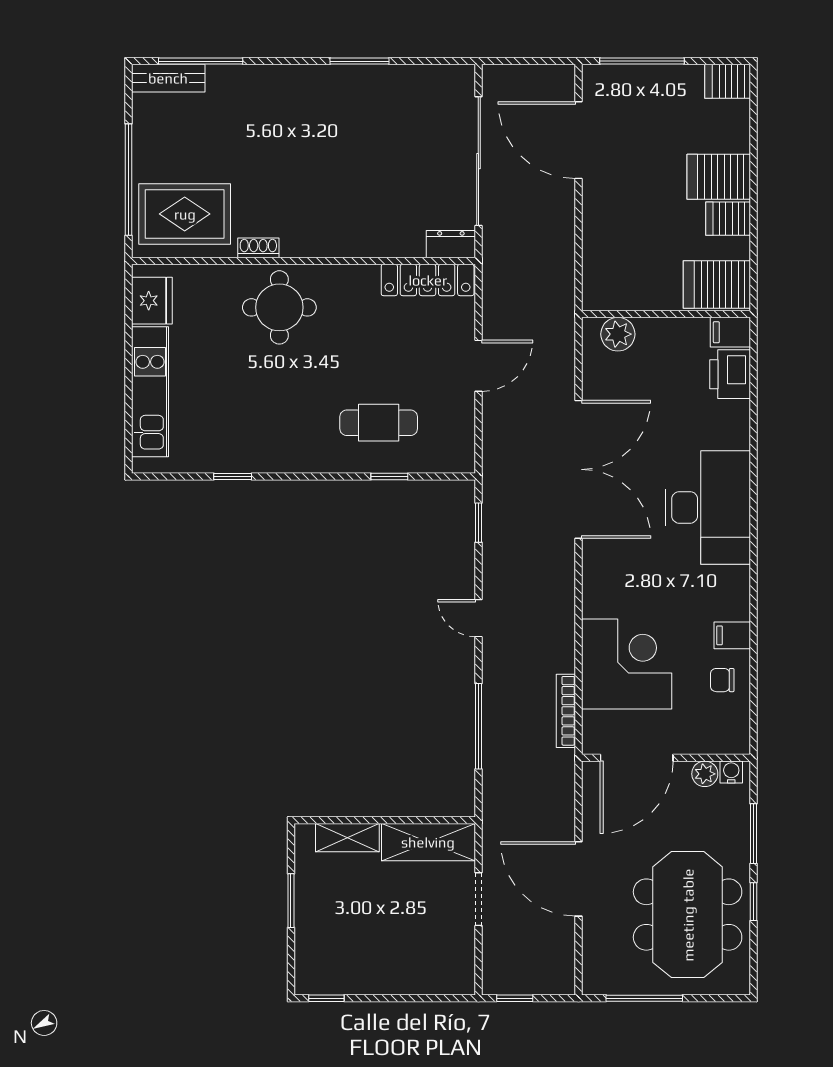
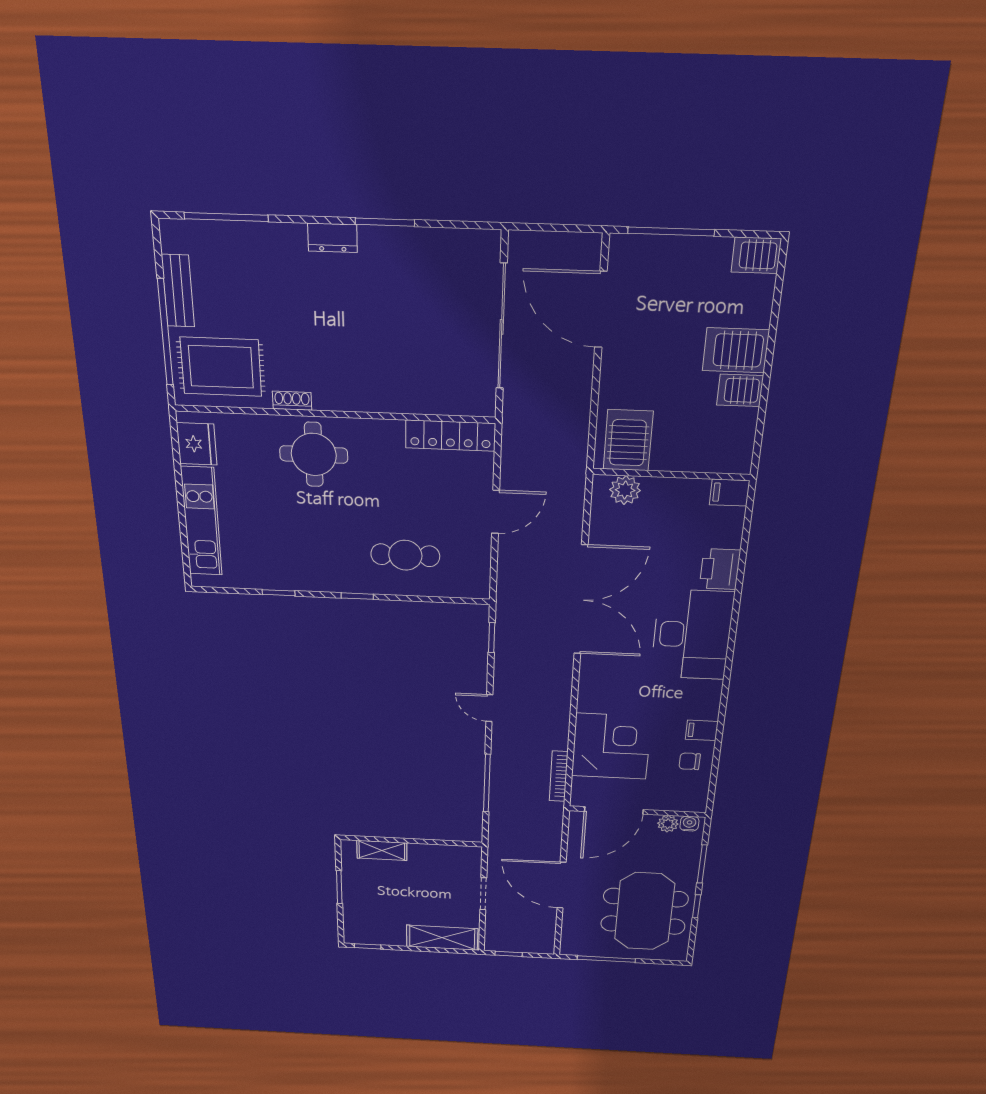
bench: (168, 78) -> (178, 291), moved, turned 90
dresser: (451, 244) -> (332, 238), moved, turned 180
server rack: (717, 285) -> (628, 440), moved, turned 90
printer: (730, 374) -> (720, 569), moved
window: (389, 477) -> (357, 596), moved
shelving: (428, 842) -> (442, 938), moved

